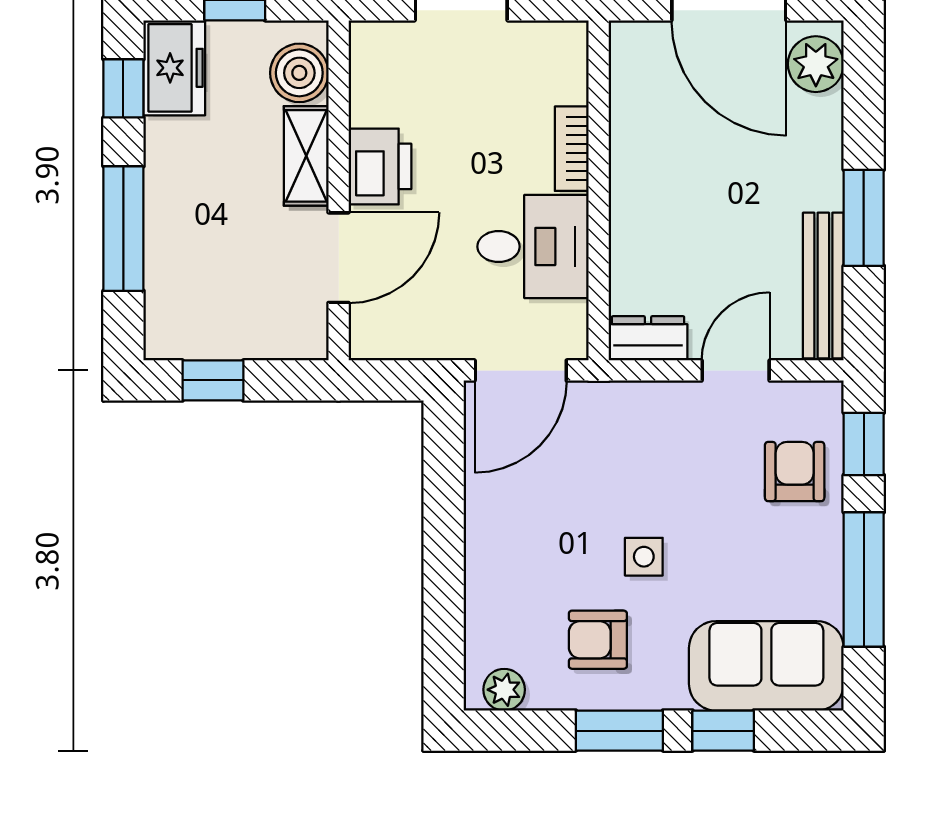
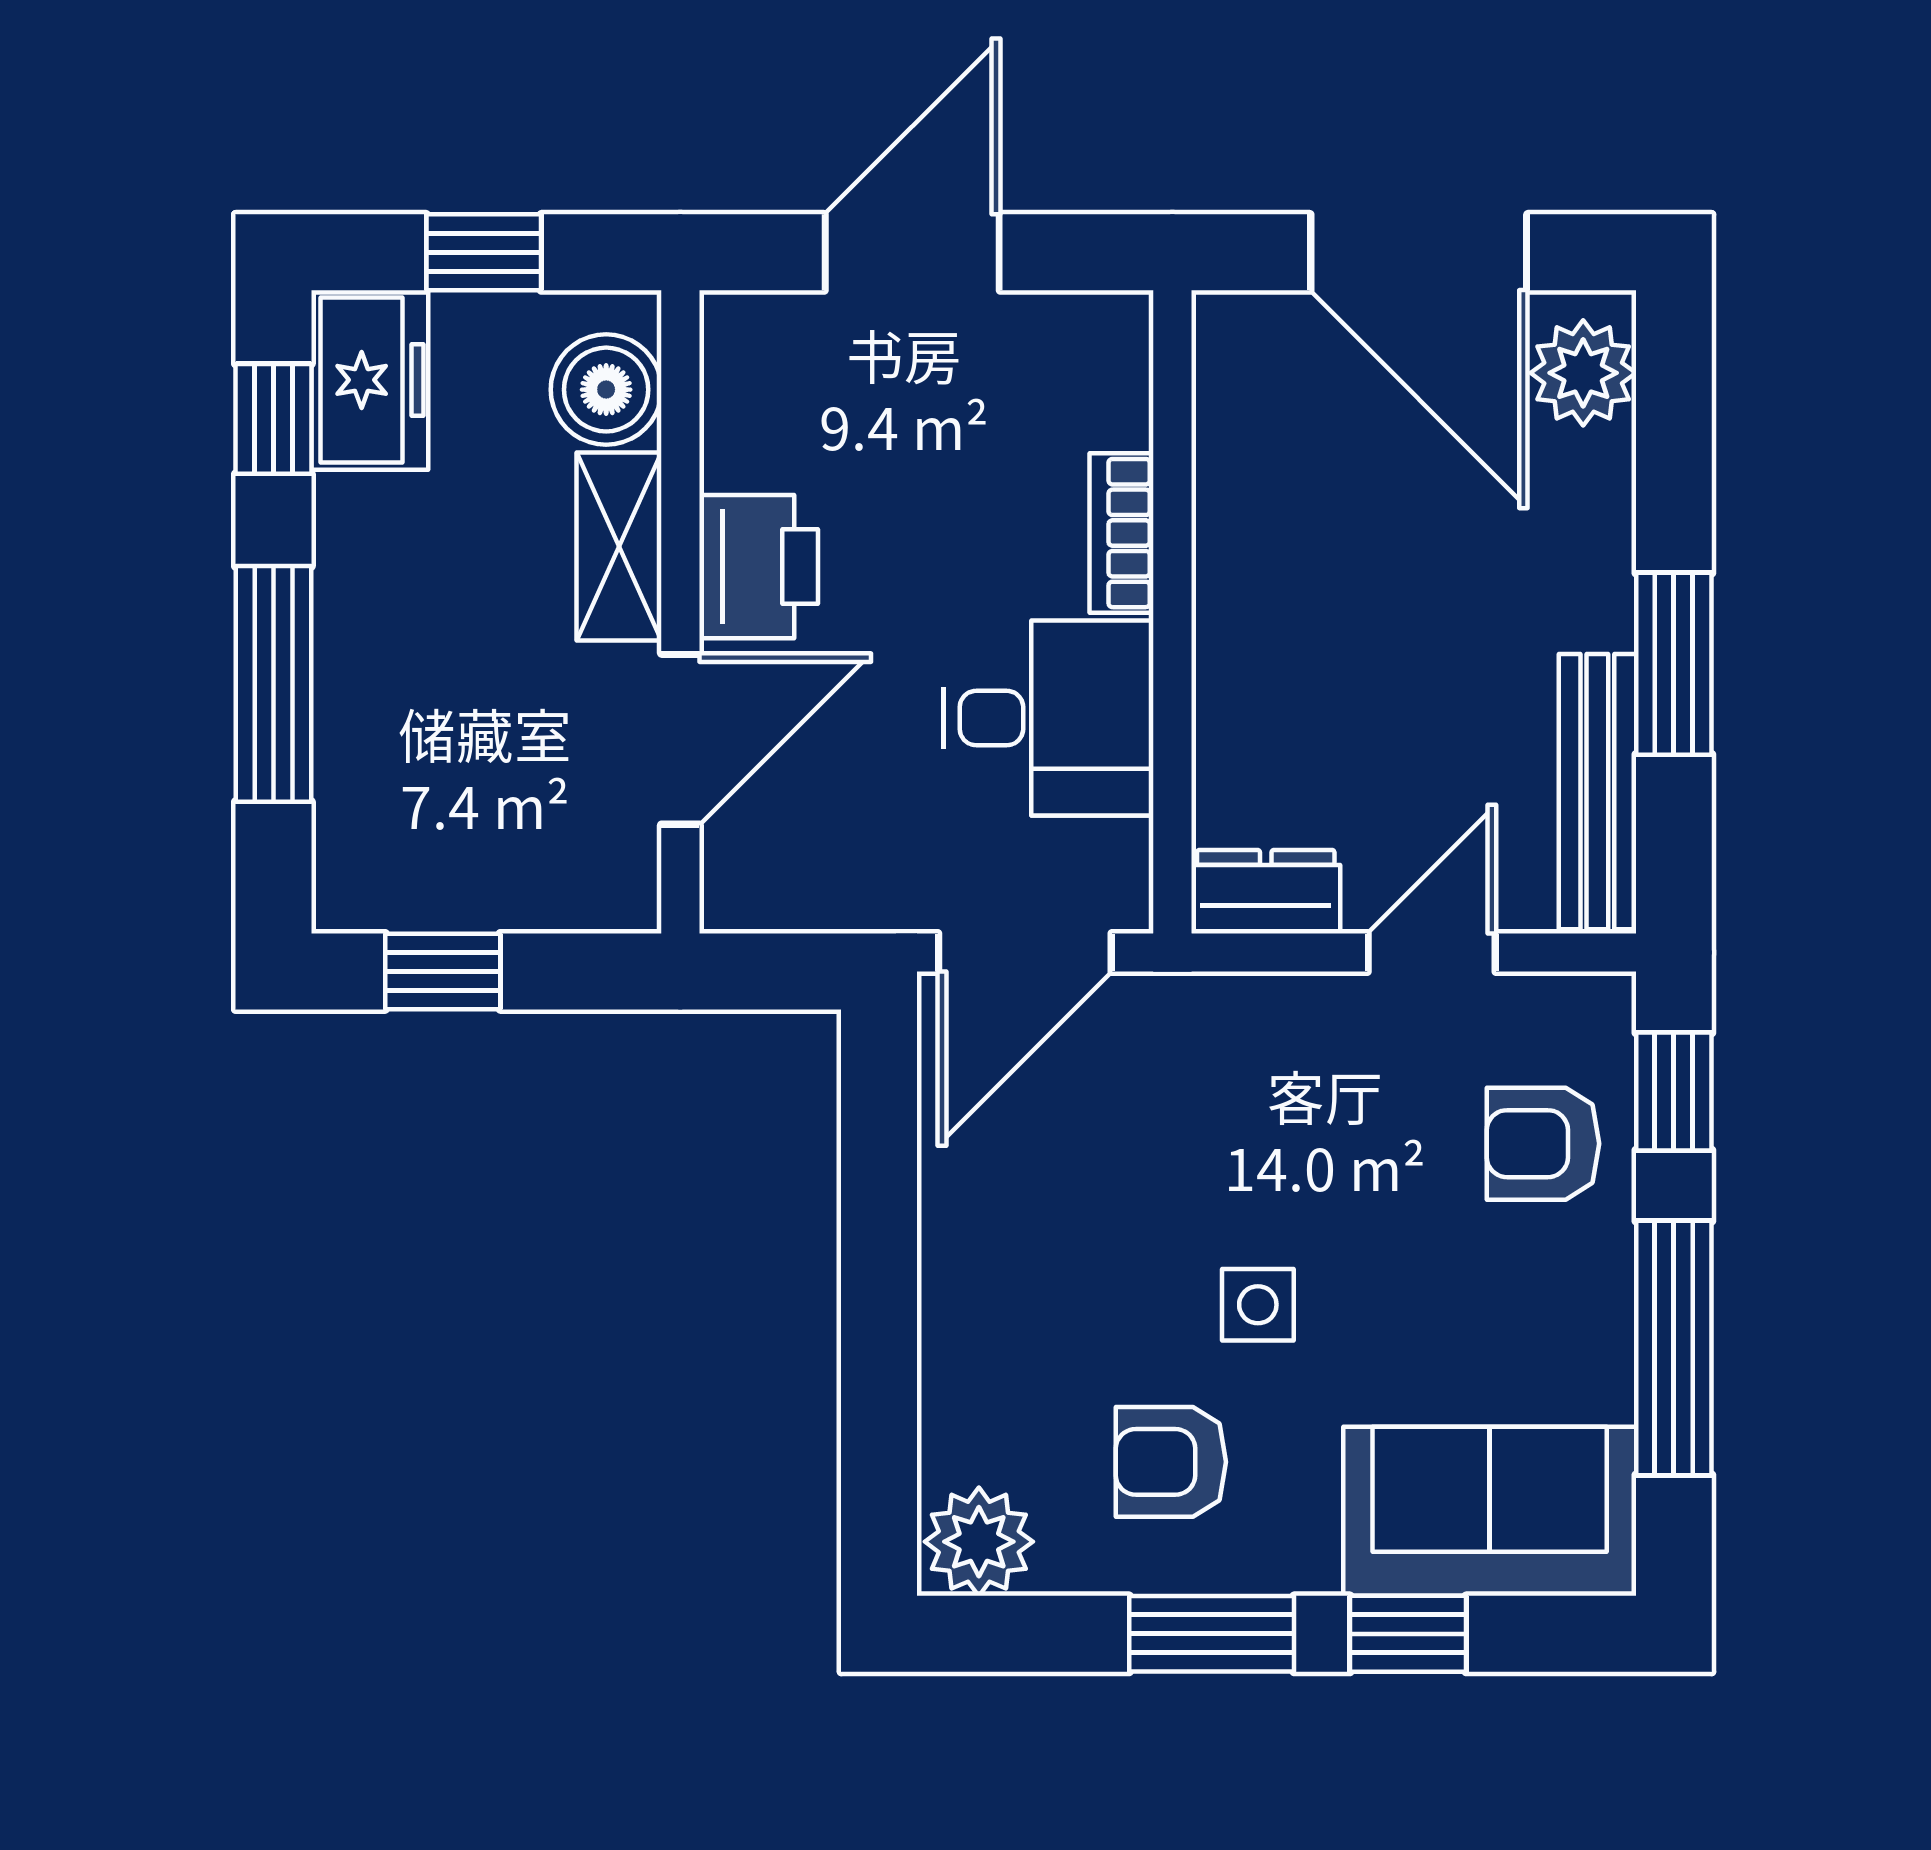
armchair: (795, 472) -> (1543, 1144), turned -90
plant: (504, 690) -> (979, 1542), width x1.38, depth x1.38

